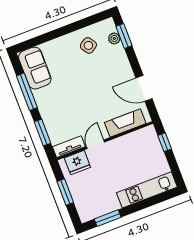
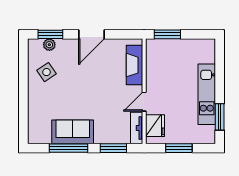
sofa: (35, 68) -> (73, 132), moved
door: (144, 88) -> (92, 34), moved
window: (165, 142) -> (167, 34), width x1.50
door: (95, 144) -> (144, 102), hinge flipped
kitchen unit: (147, 190) -> (207, 94), moved

